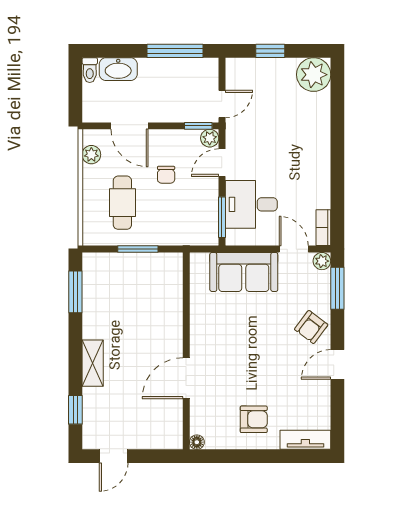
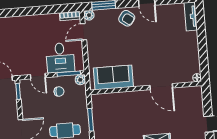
plant: (210, 138) -> (80, 80), moved
chair: (166, 175) -> (59, 91), moved
sofa: (244, 272) -> (113, 77), moved, turned -90
armchair: (254, 419) -> (181, 47), removed

